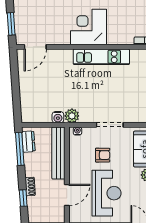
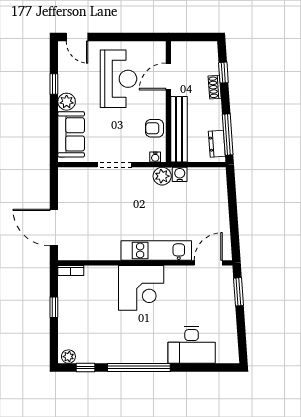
kitchen unit: (101, 57) -> (156, 250), moved
armchair: (103, 155) -> (154, 128), moved
reception desk: (106, 193) -> (119, 79), turned 180

